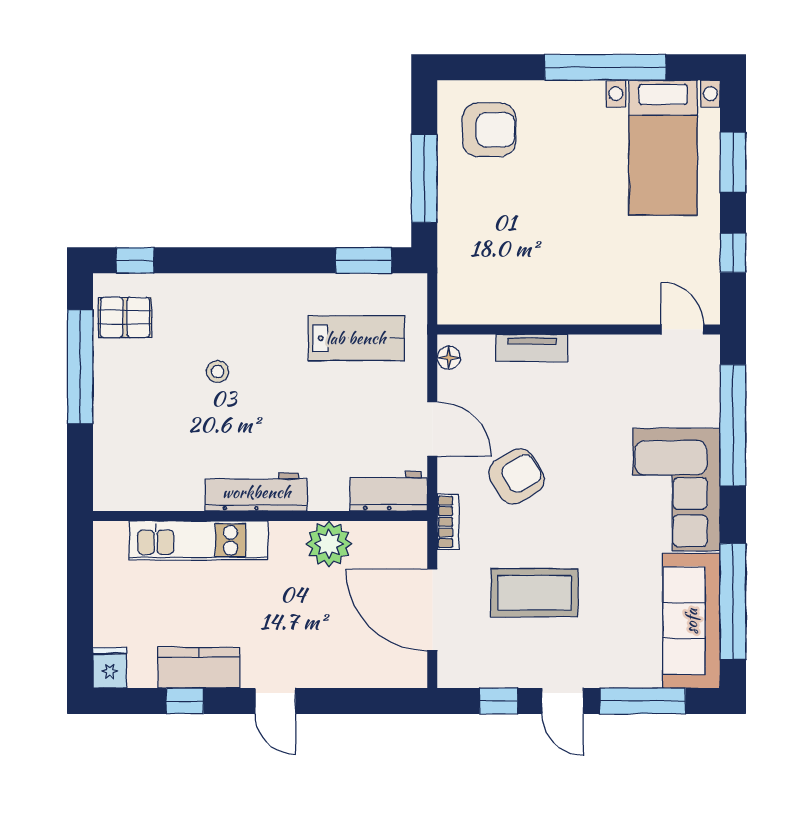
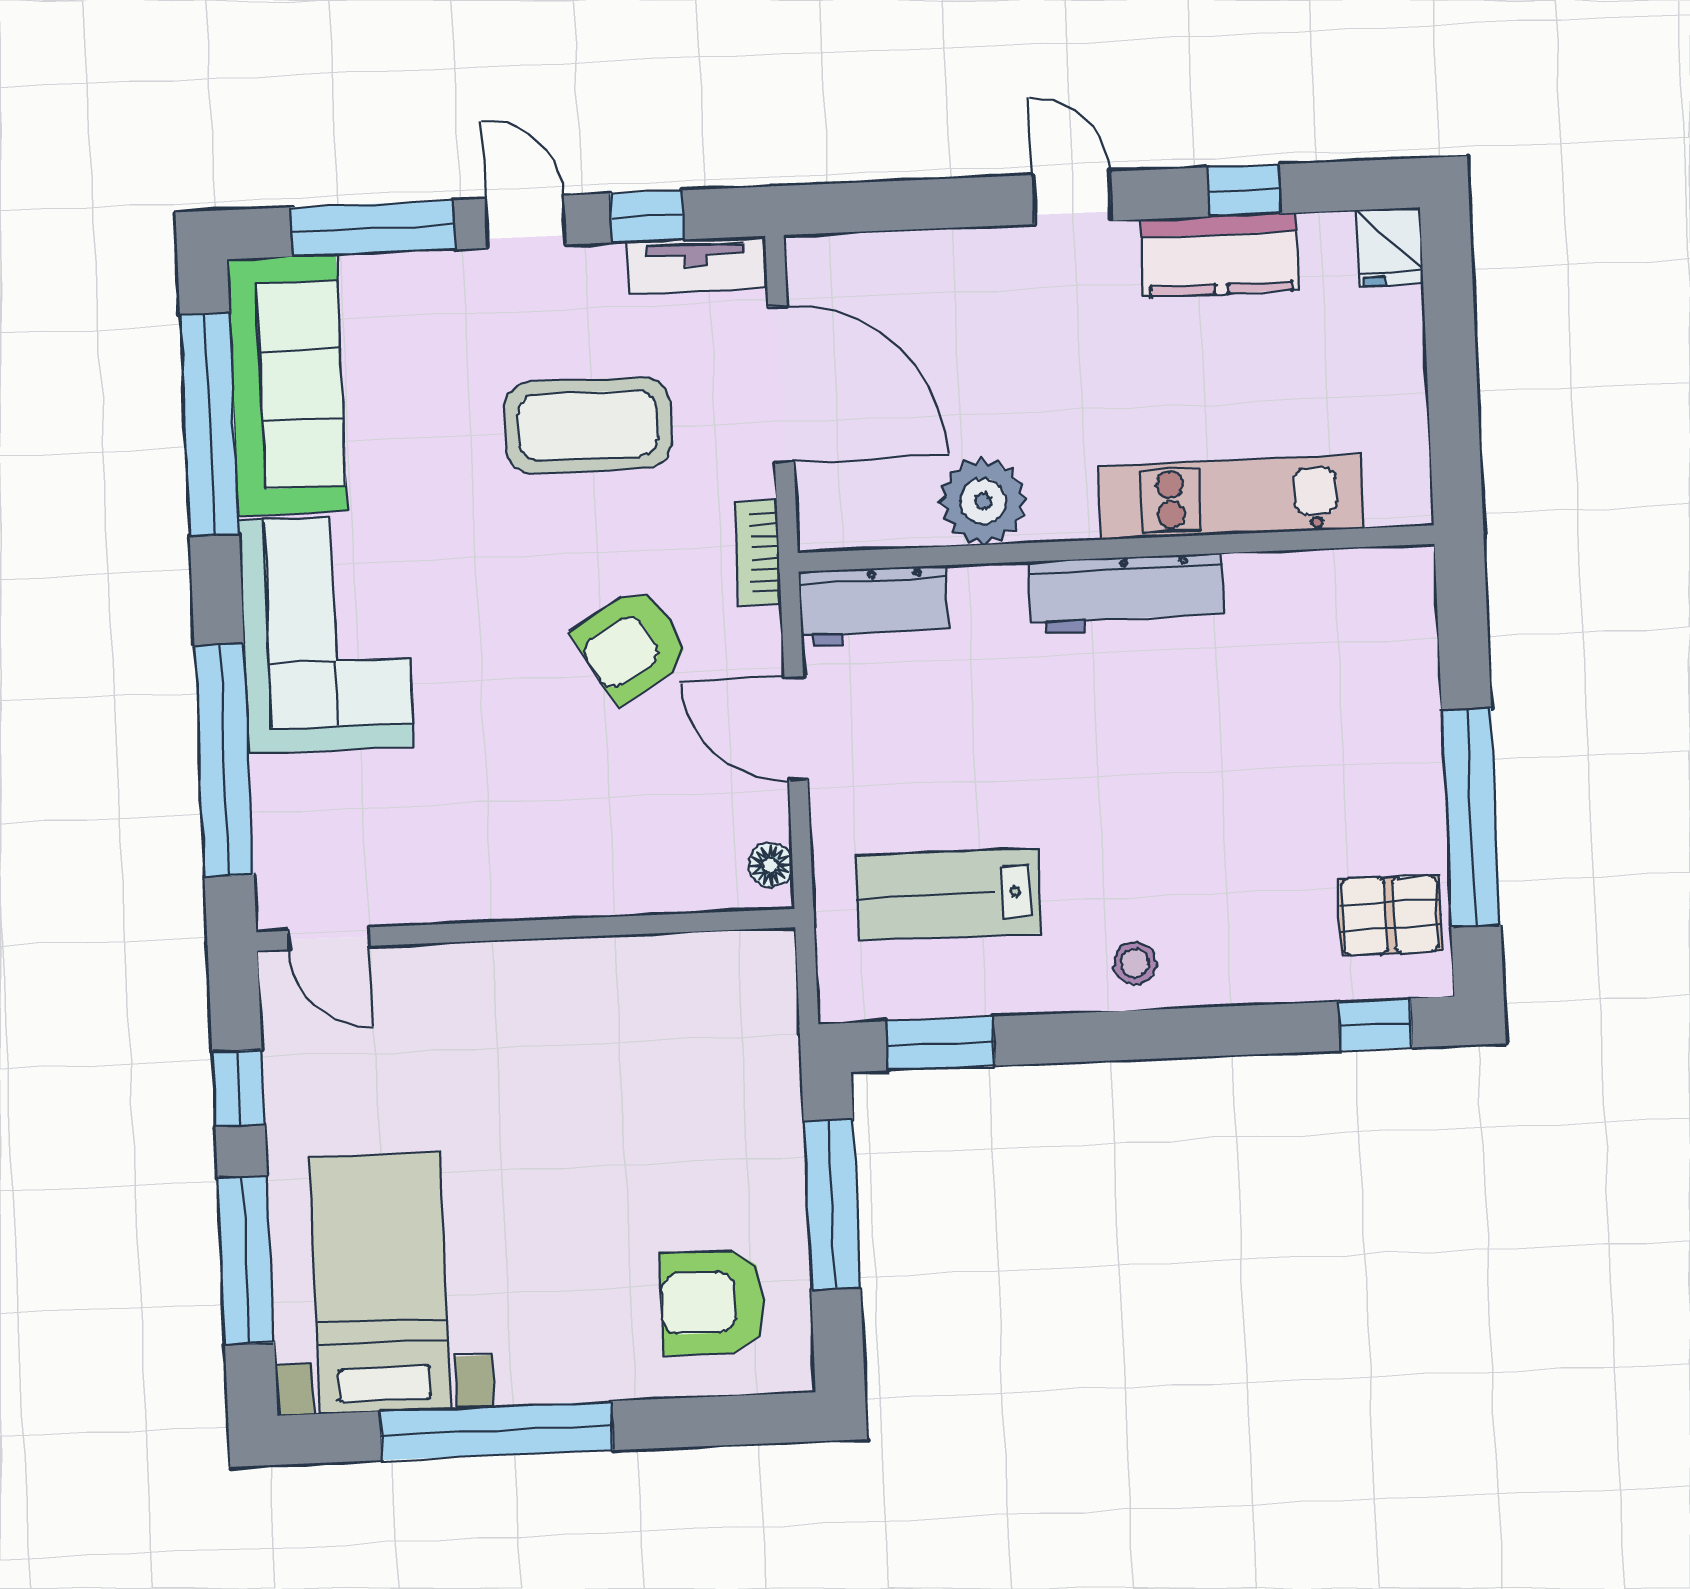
window: (733, 162) -> (246, 1260), width x1.44
tv unit: (532, 348) -> (696, 265), moved, turned 180
stool: (218, 372) -> (1135, 963), moved

